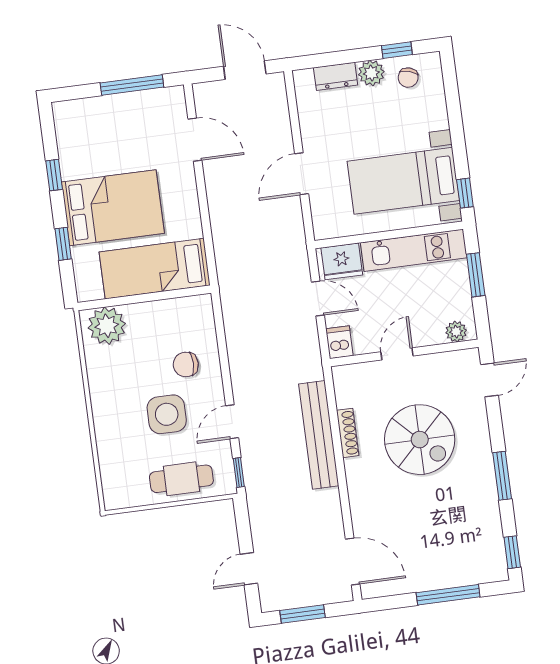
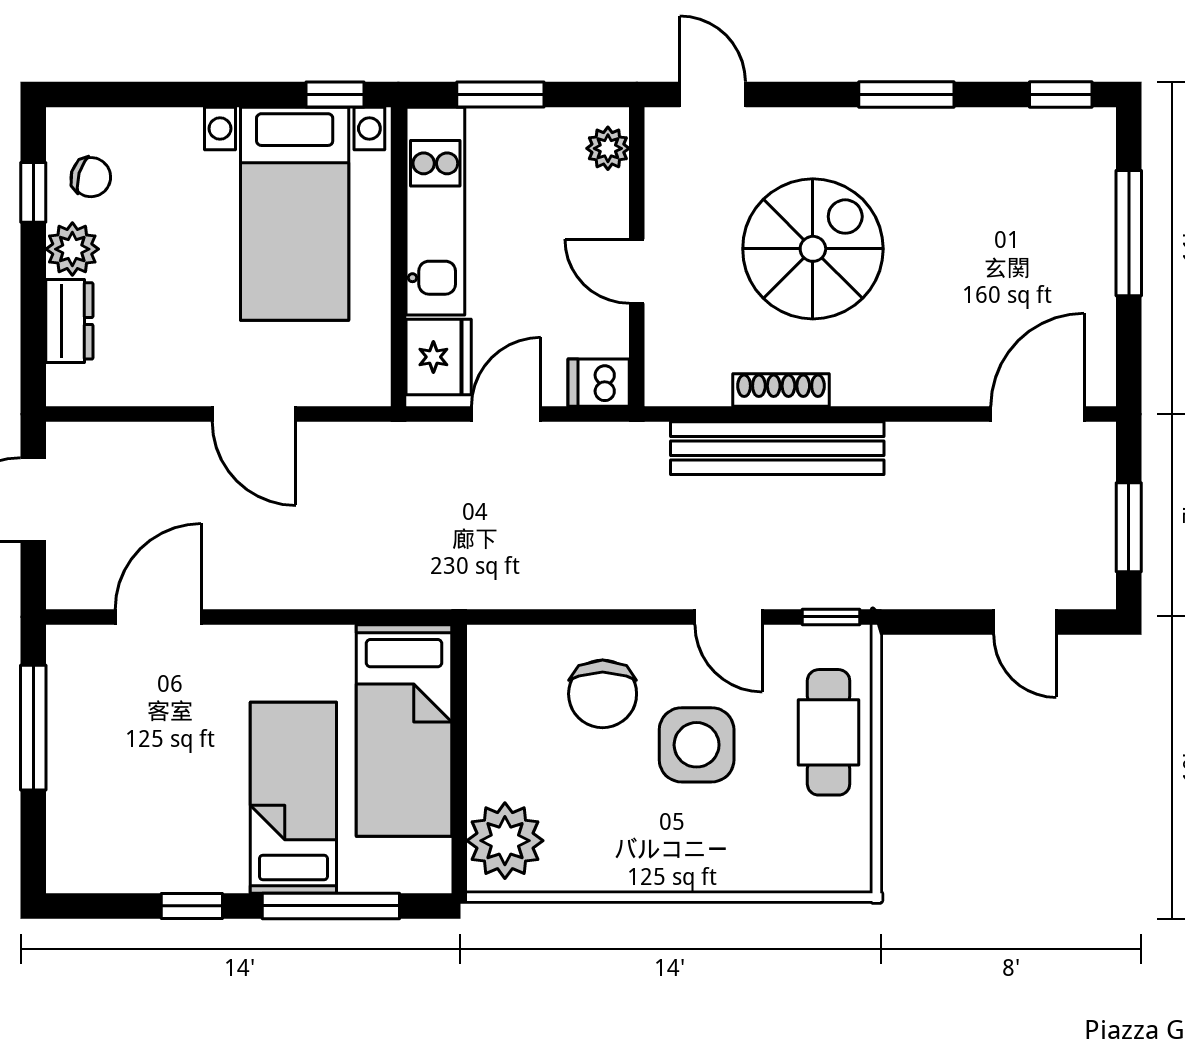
bed: (113, 208) -> (293, 798), width x0.67
window: (63, 244) -> (331, 906), width x2.17
chair: (186, 364) -> (603, 694), width x1.37, depth x1.37

